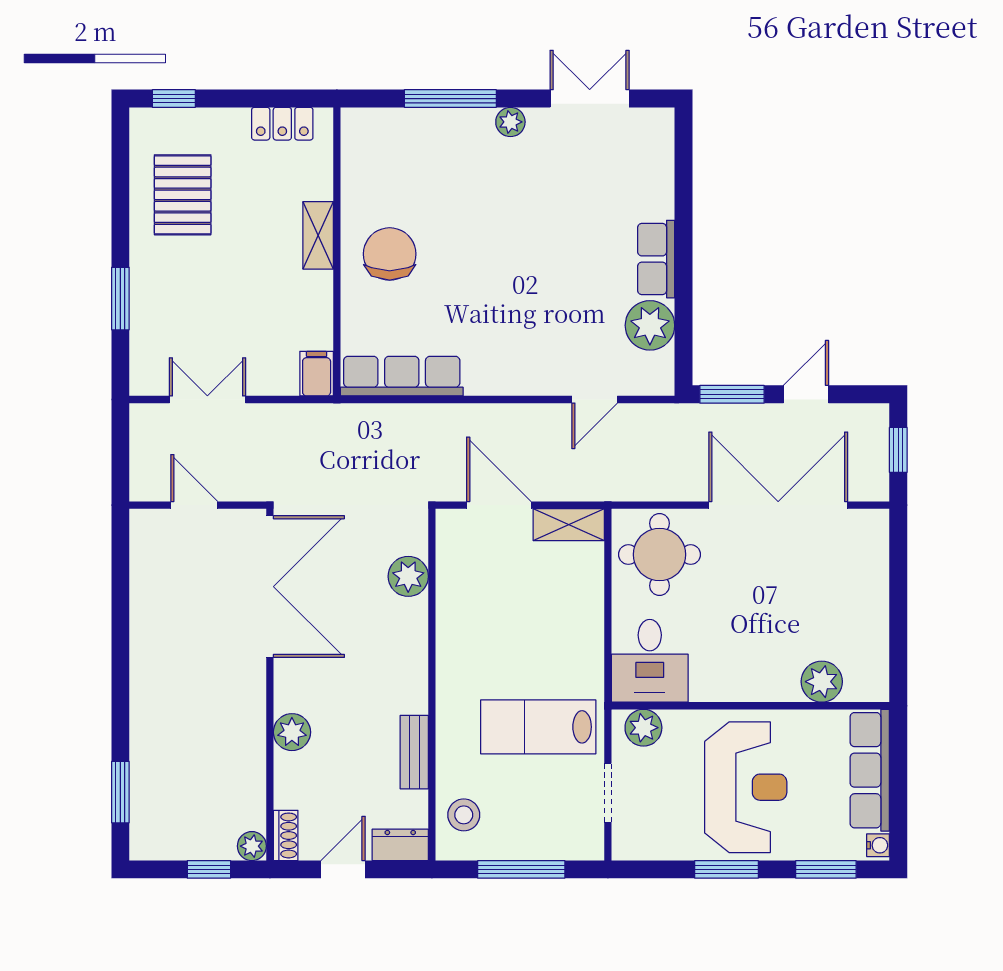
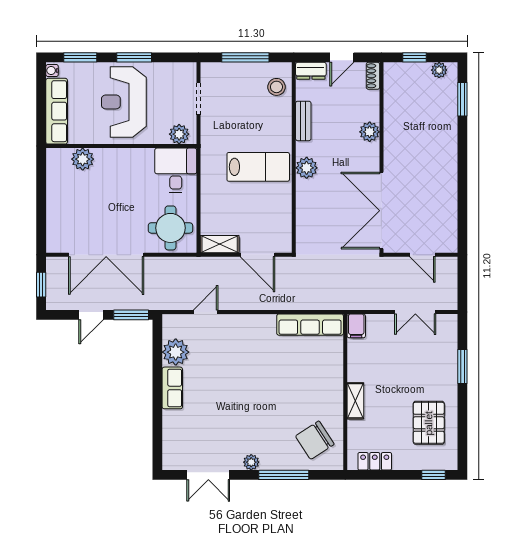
chair: (390, 254) -> (315, 440), moved, turned 57
plant: (408, 576) -> (307, 168), moved
lab bench: (538, 727) -> (258, 167), moved
plant: (252, 846) -> (439, 70), moved

